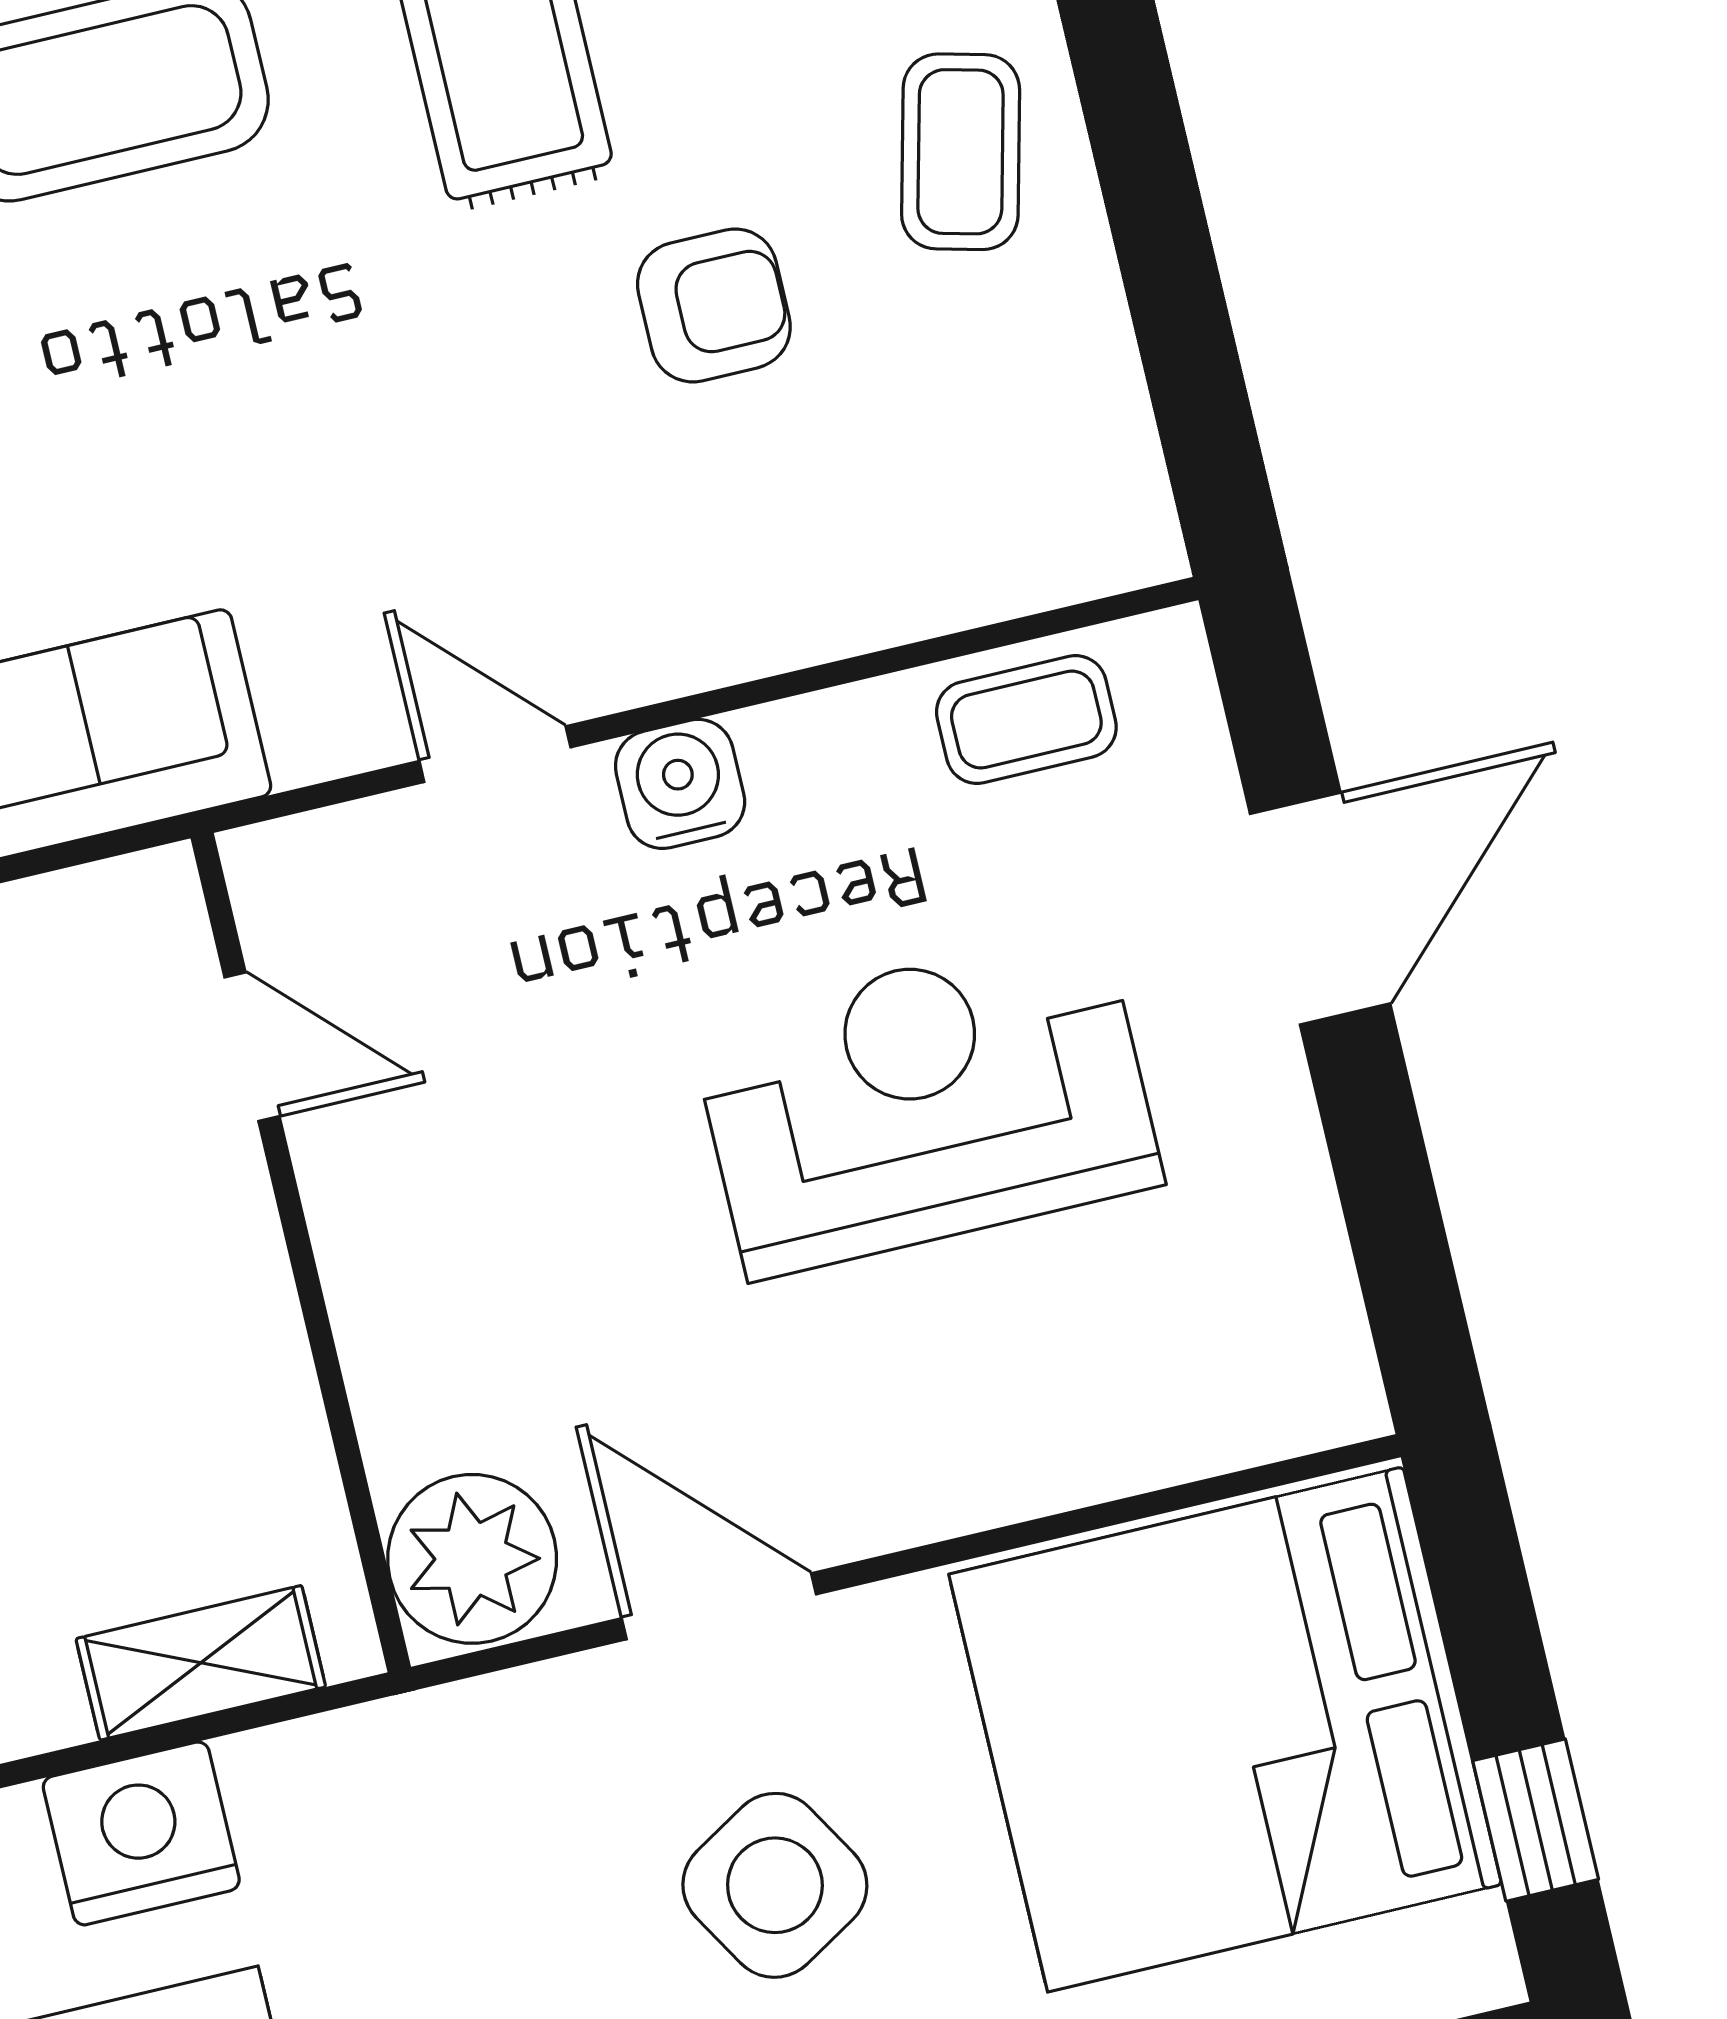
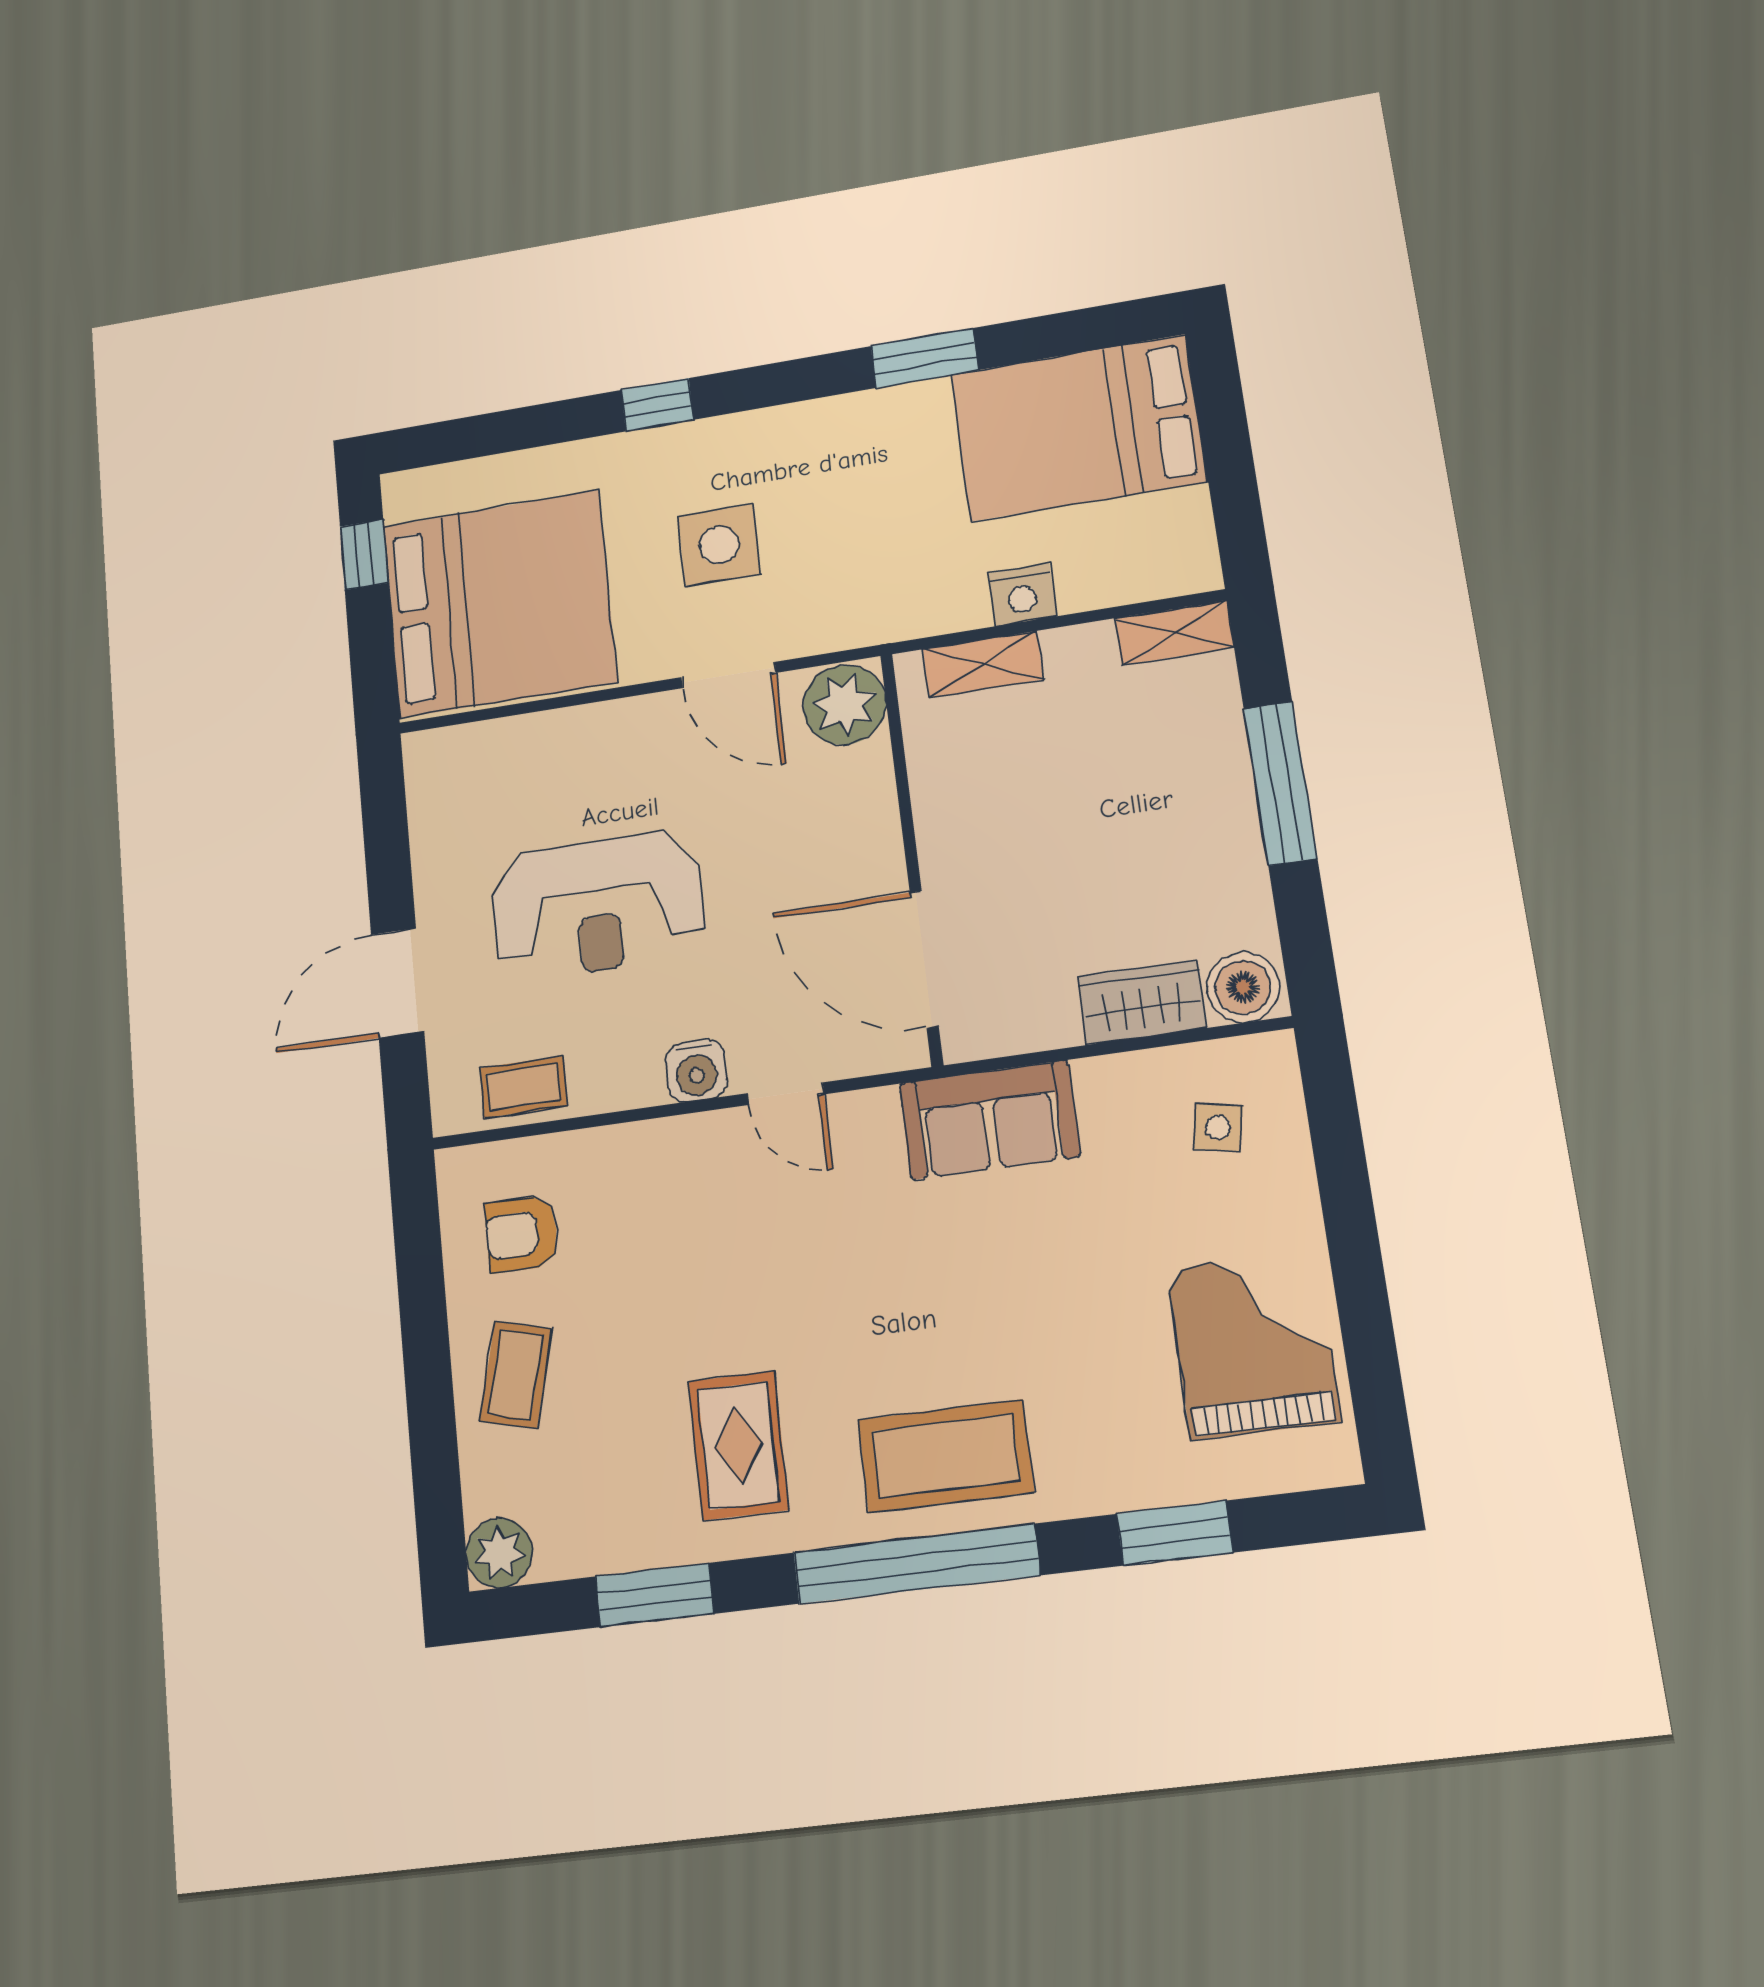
armchair: (714, 305) -> (522, 1234), moved
door: (252, 1047) -> (924, 959), width x1.88
nightstand: (141, 1833) -> (1022, 595), width x0.74, depth x0.75
side table: (775, 1885) -> (719, 545), turned 31

